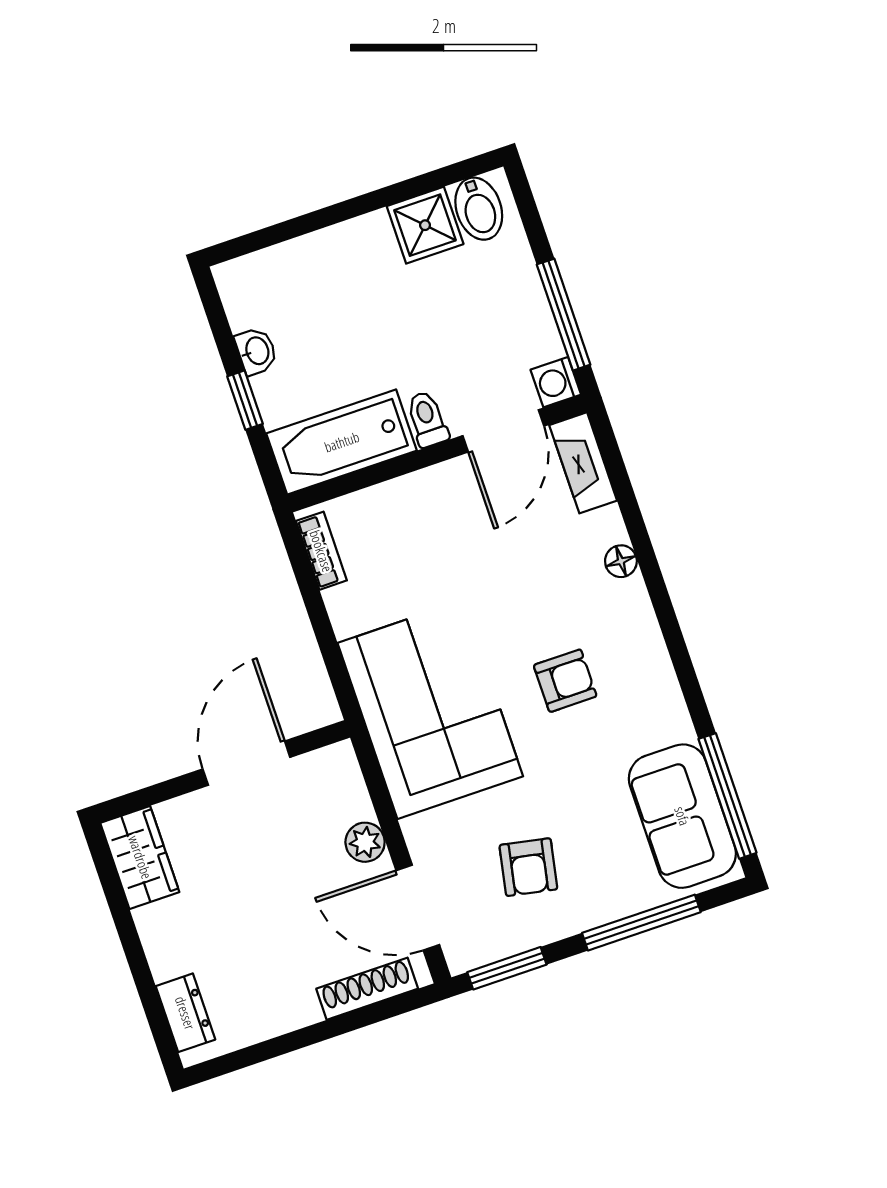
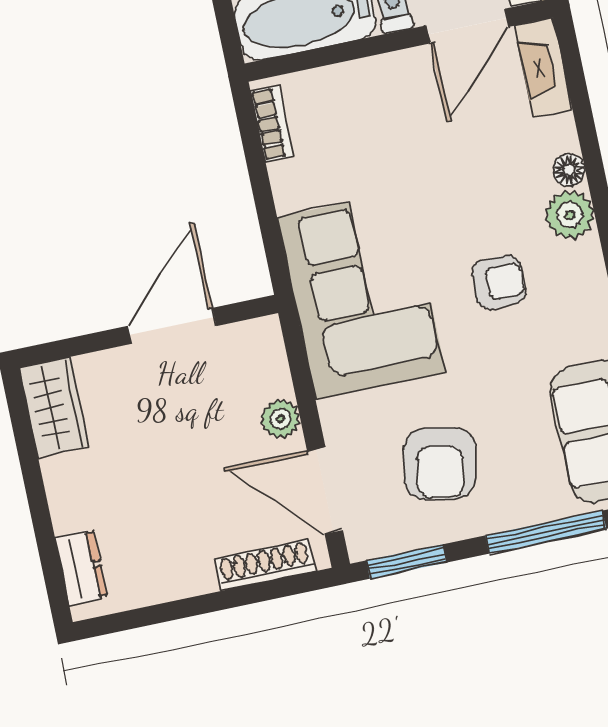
plant: (627, 606) -> (570, 215), added
armchair: (528, 867) -> (440, 463), width x1.38, depth x1.38

